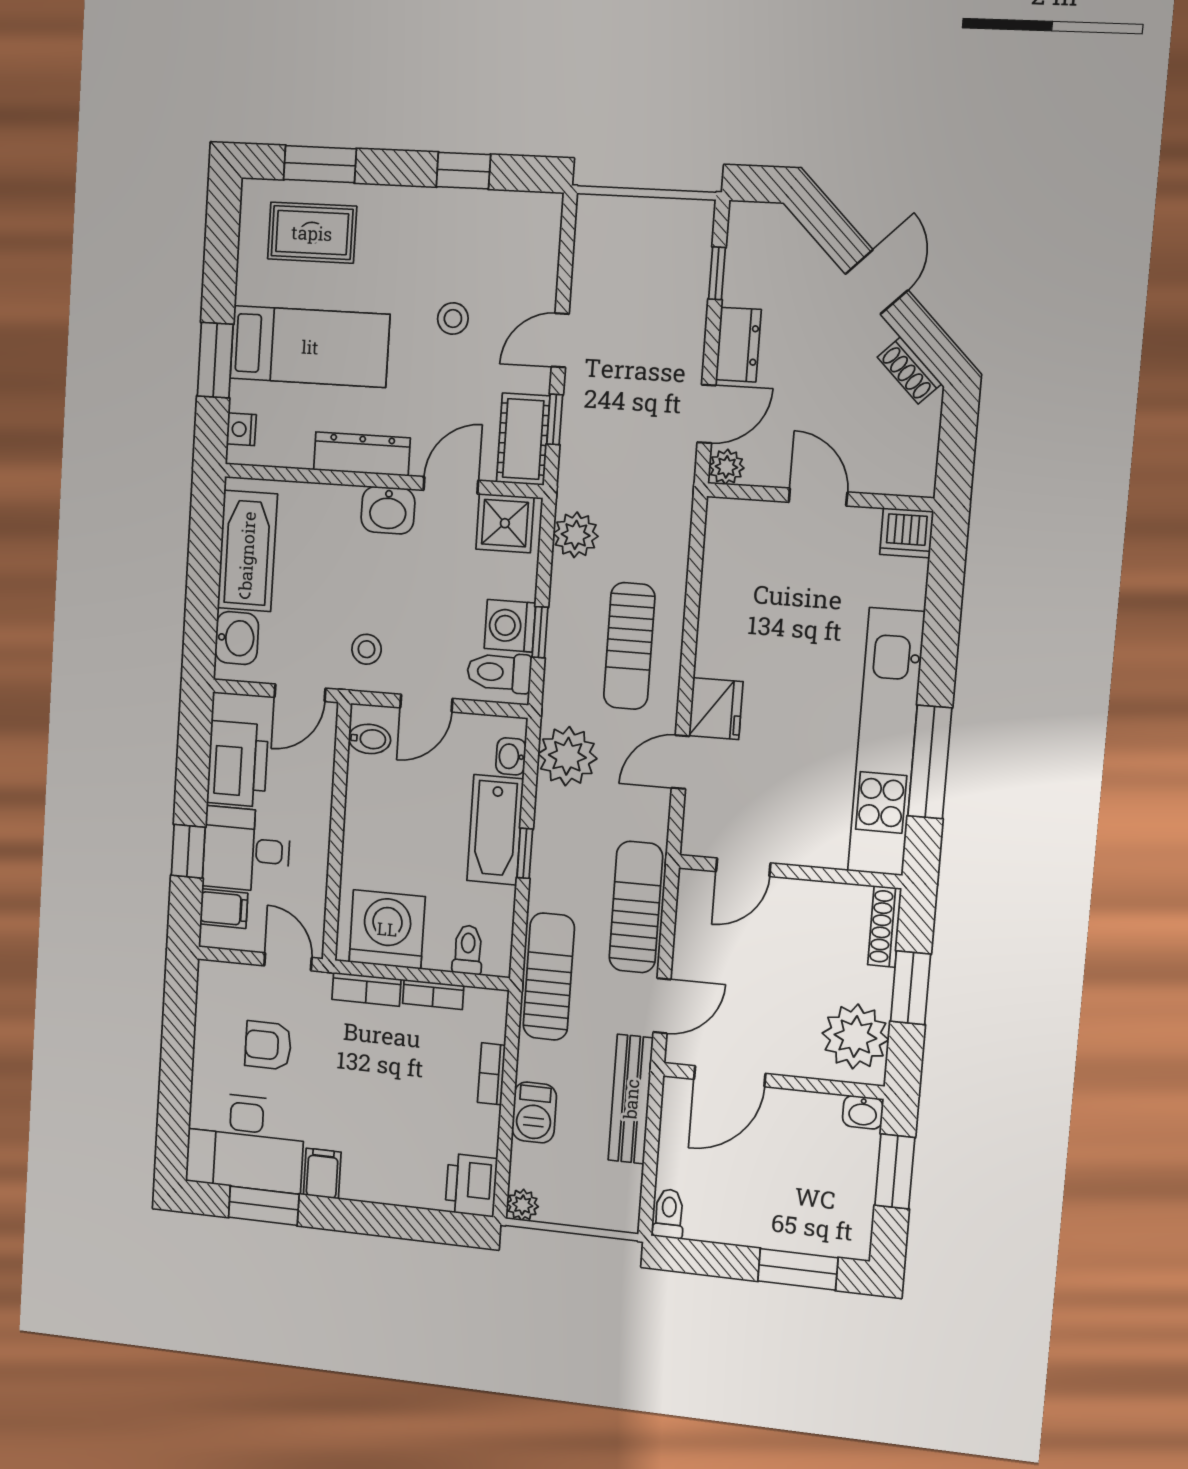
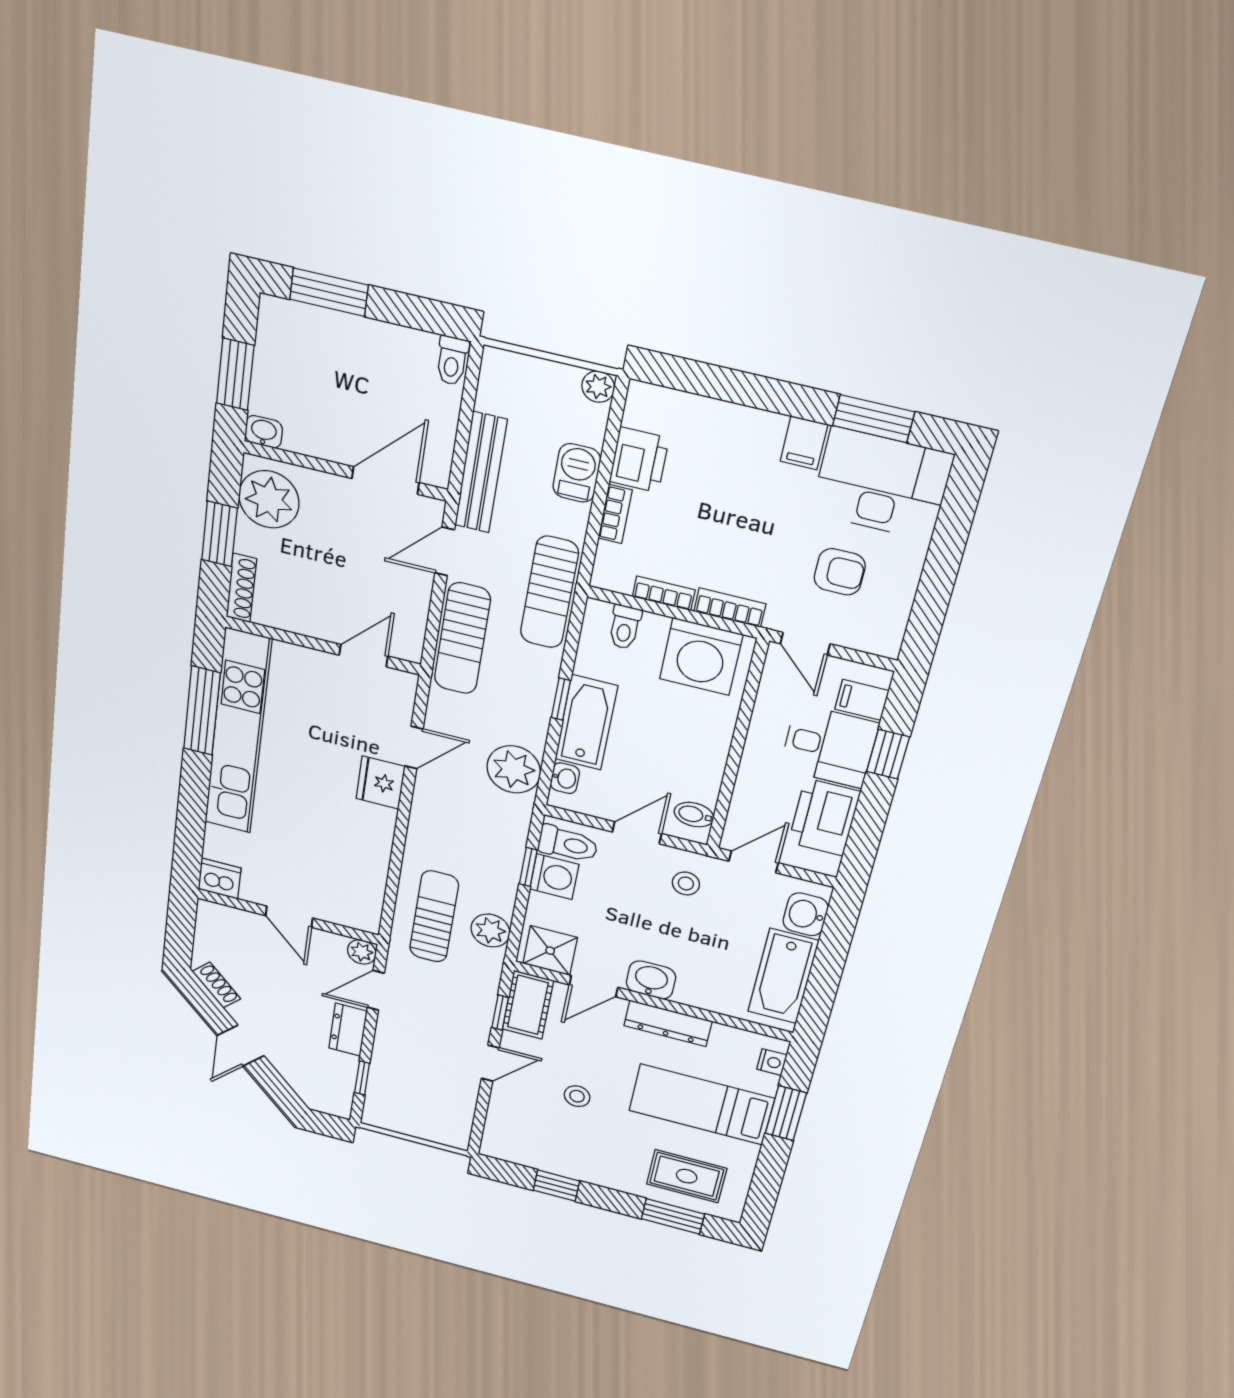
sun lounger: (629, 646) -> (434, 917), moved
printer: (471, 1185) -> (639, 460), moved

